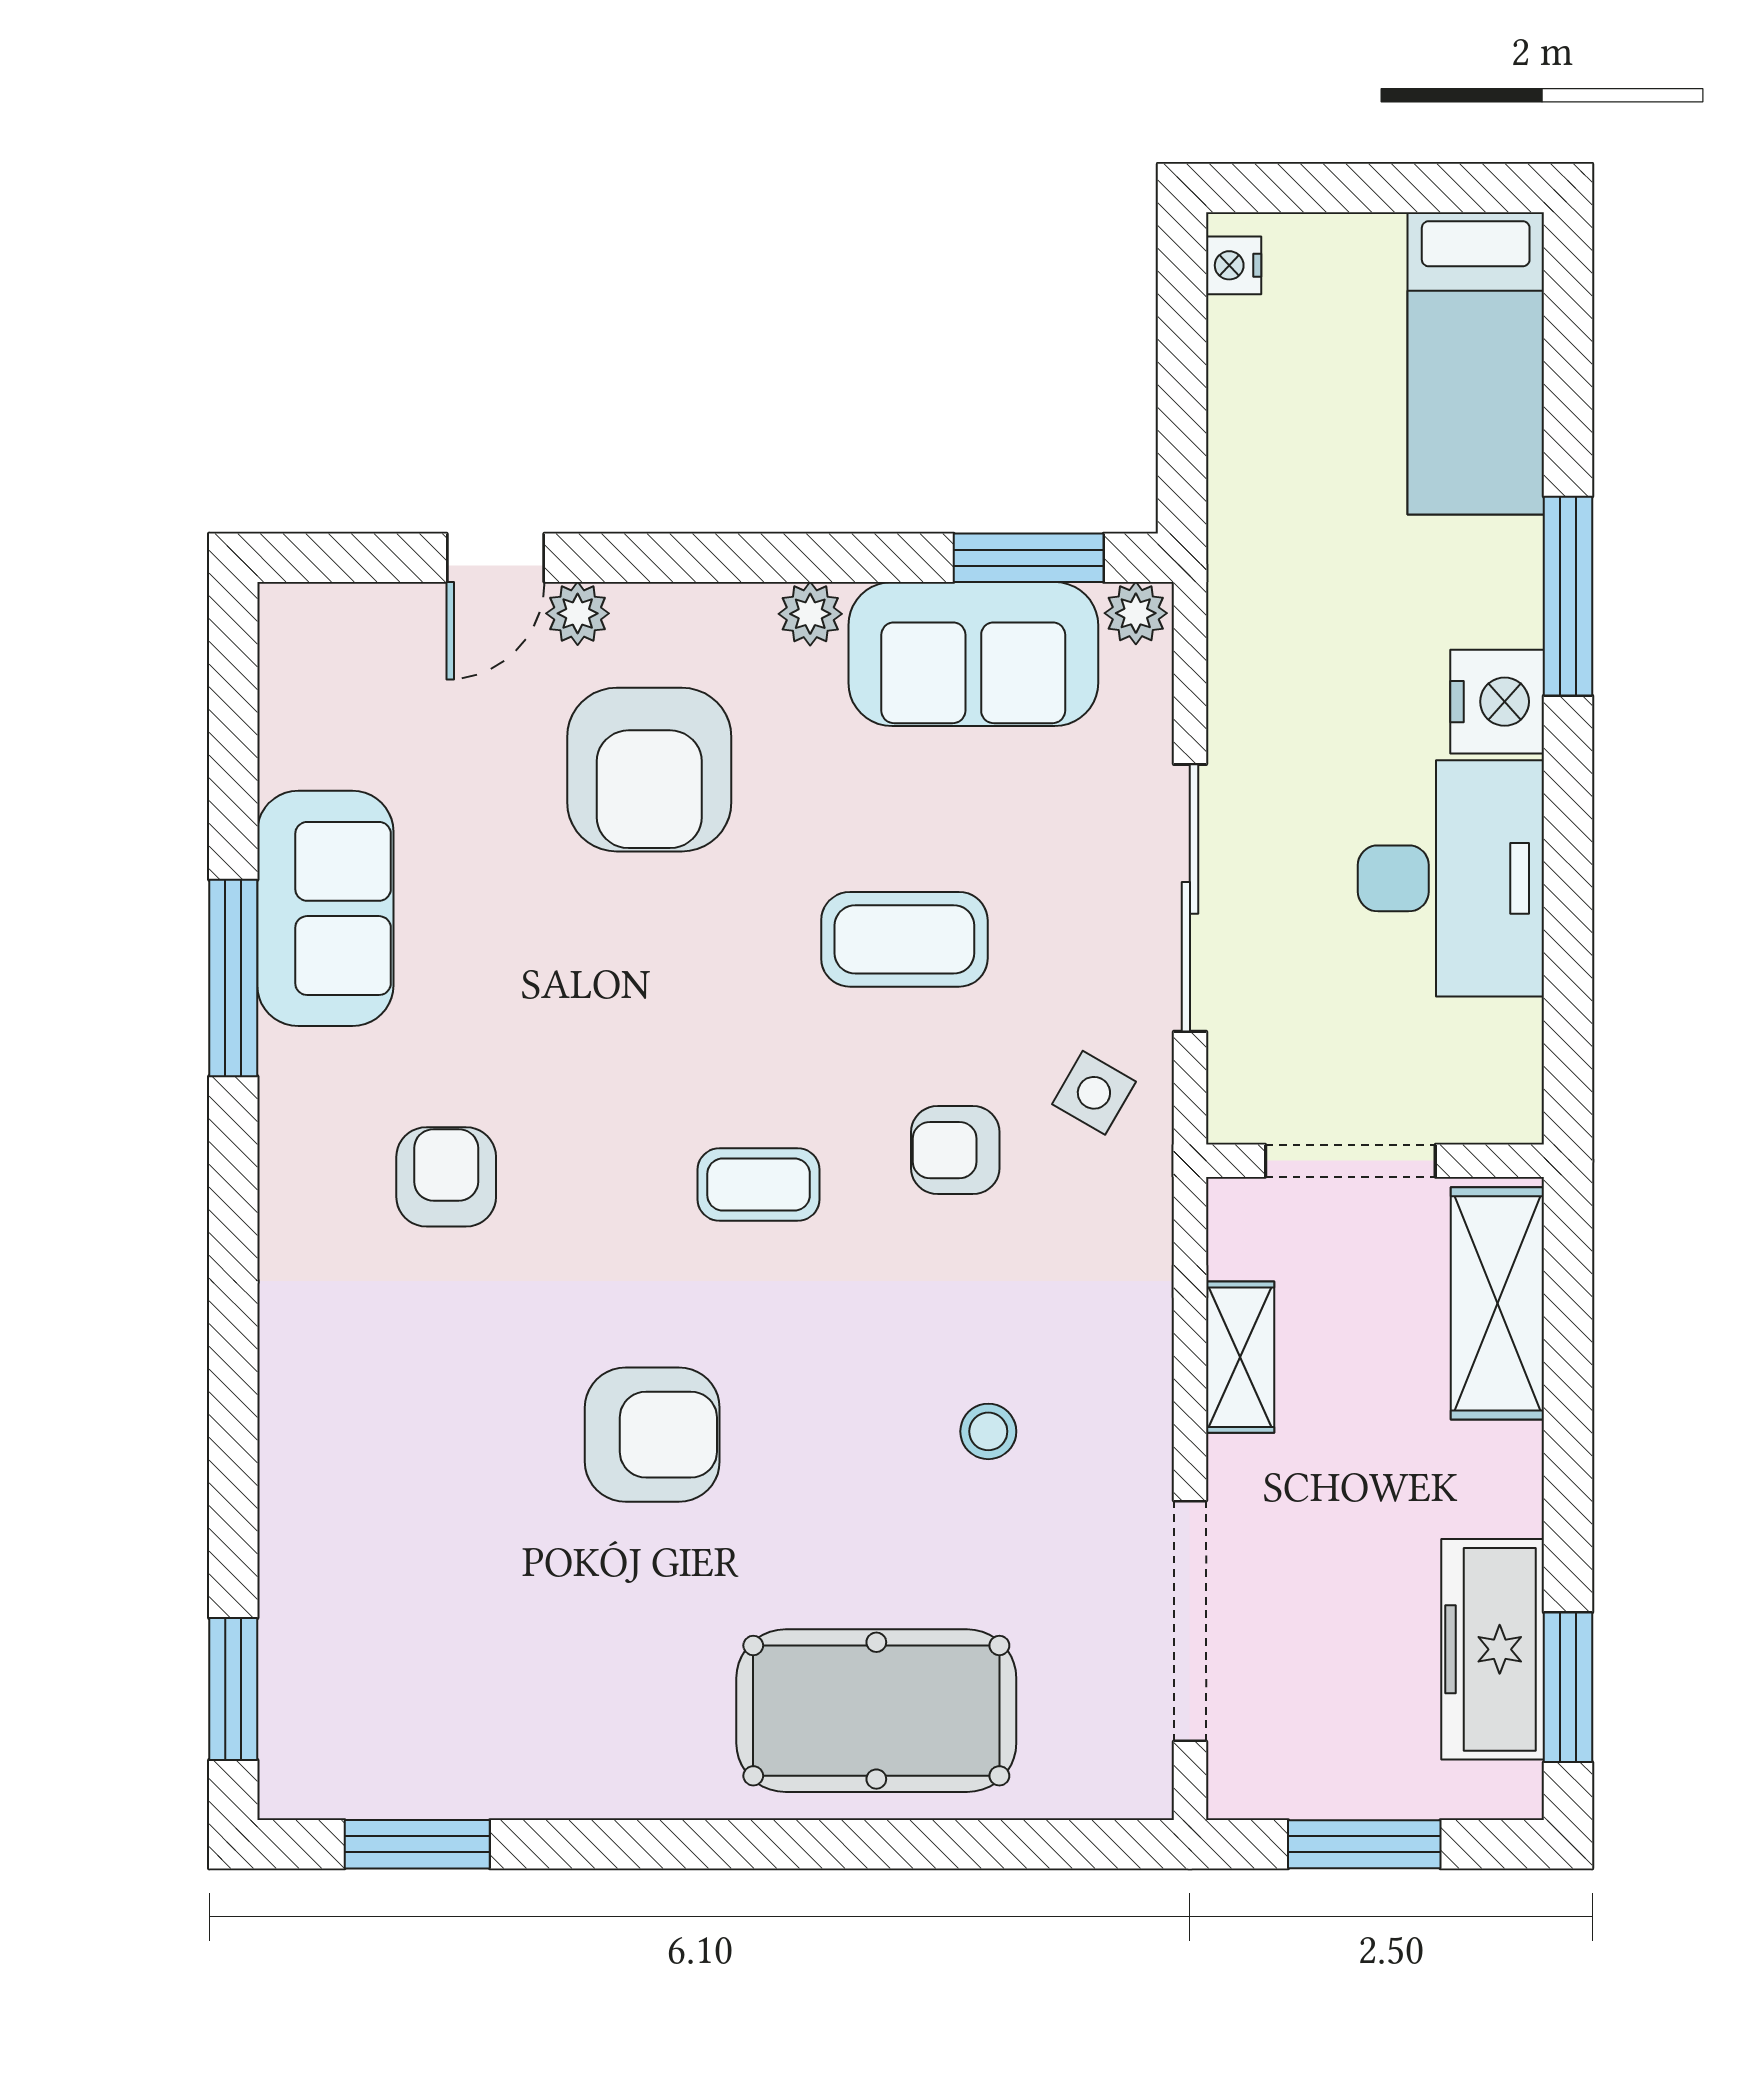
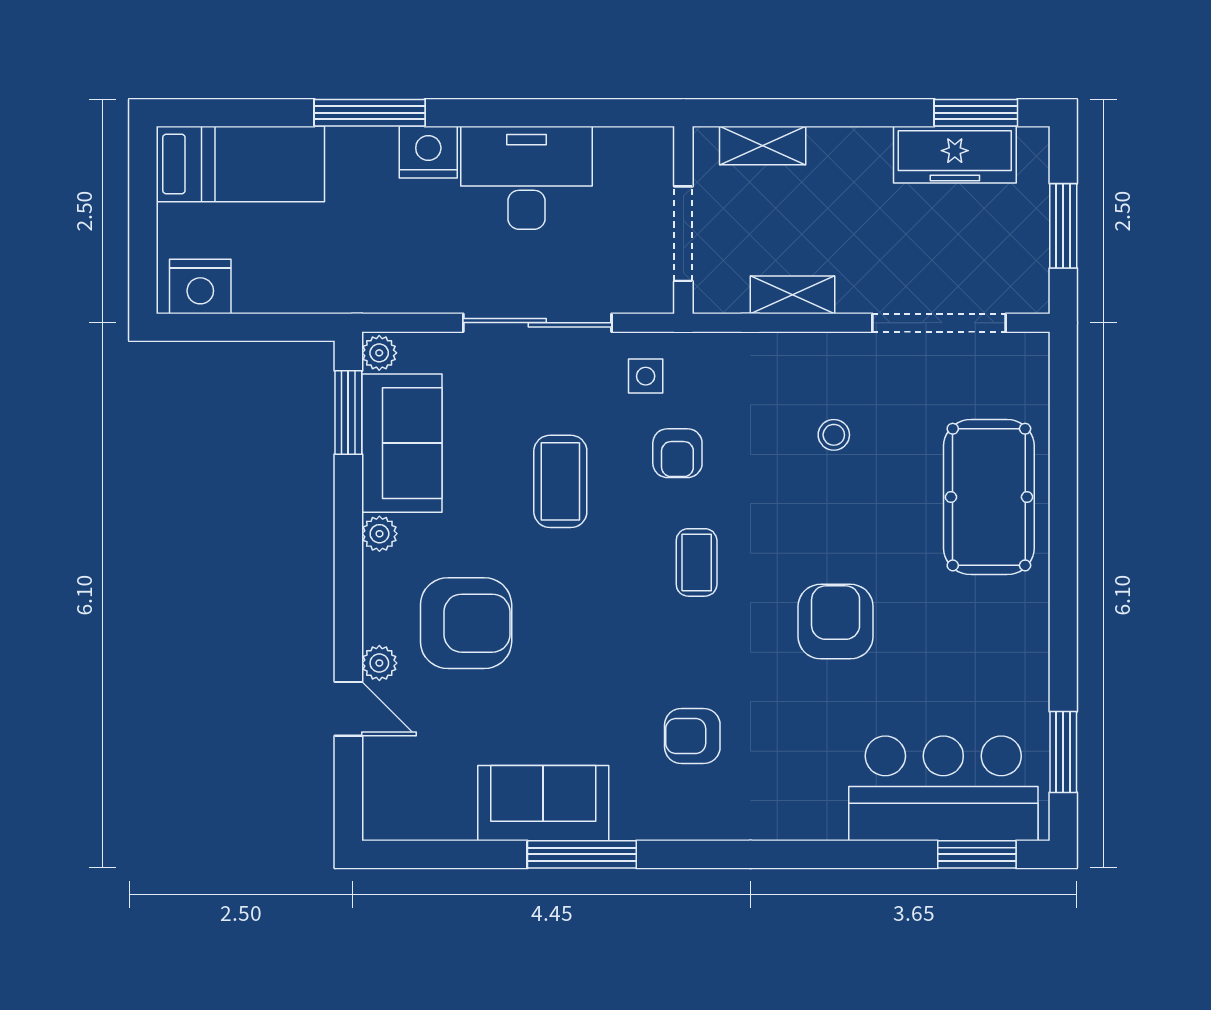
nightstand: (1234, 265) -> (200, 286), width x1.89, depth x1.79
side table: (1094, 1093) -> (646, 376), turned -30
shelving: (1497, 1303) -> (763, 146), width x0.67, depth x0.75
bar counter: (352, 1629) -> (943, 788), added

